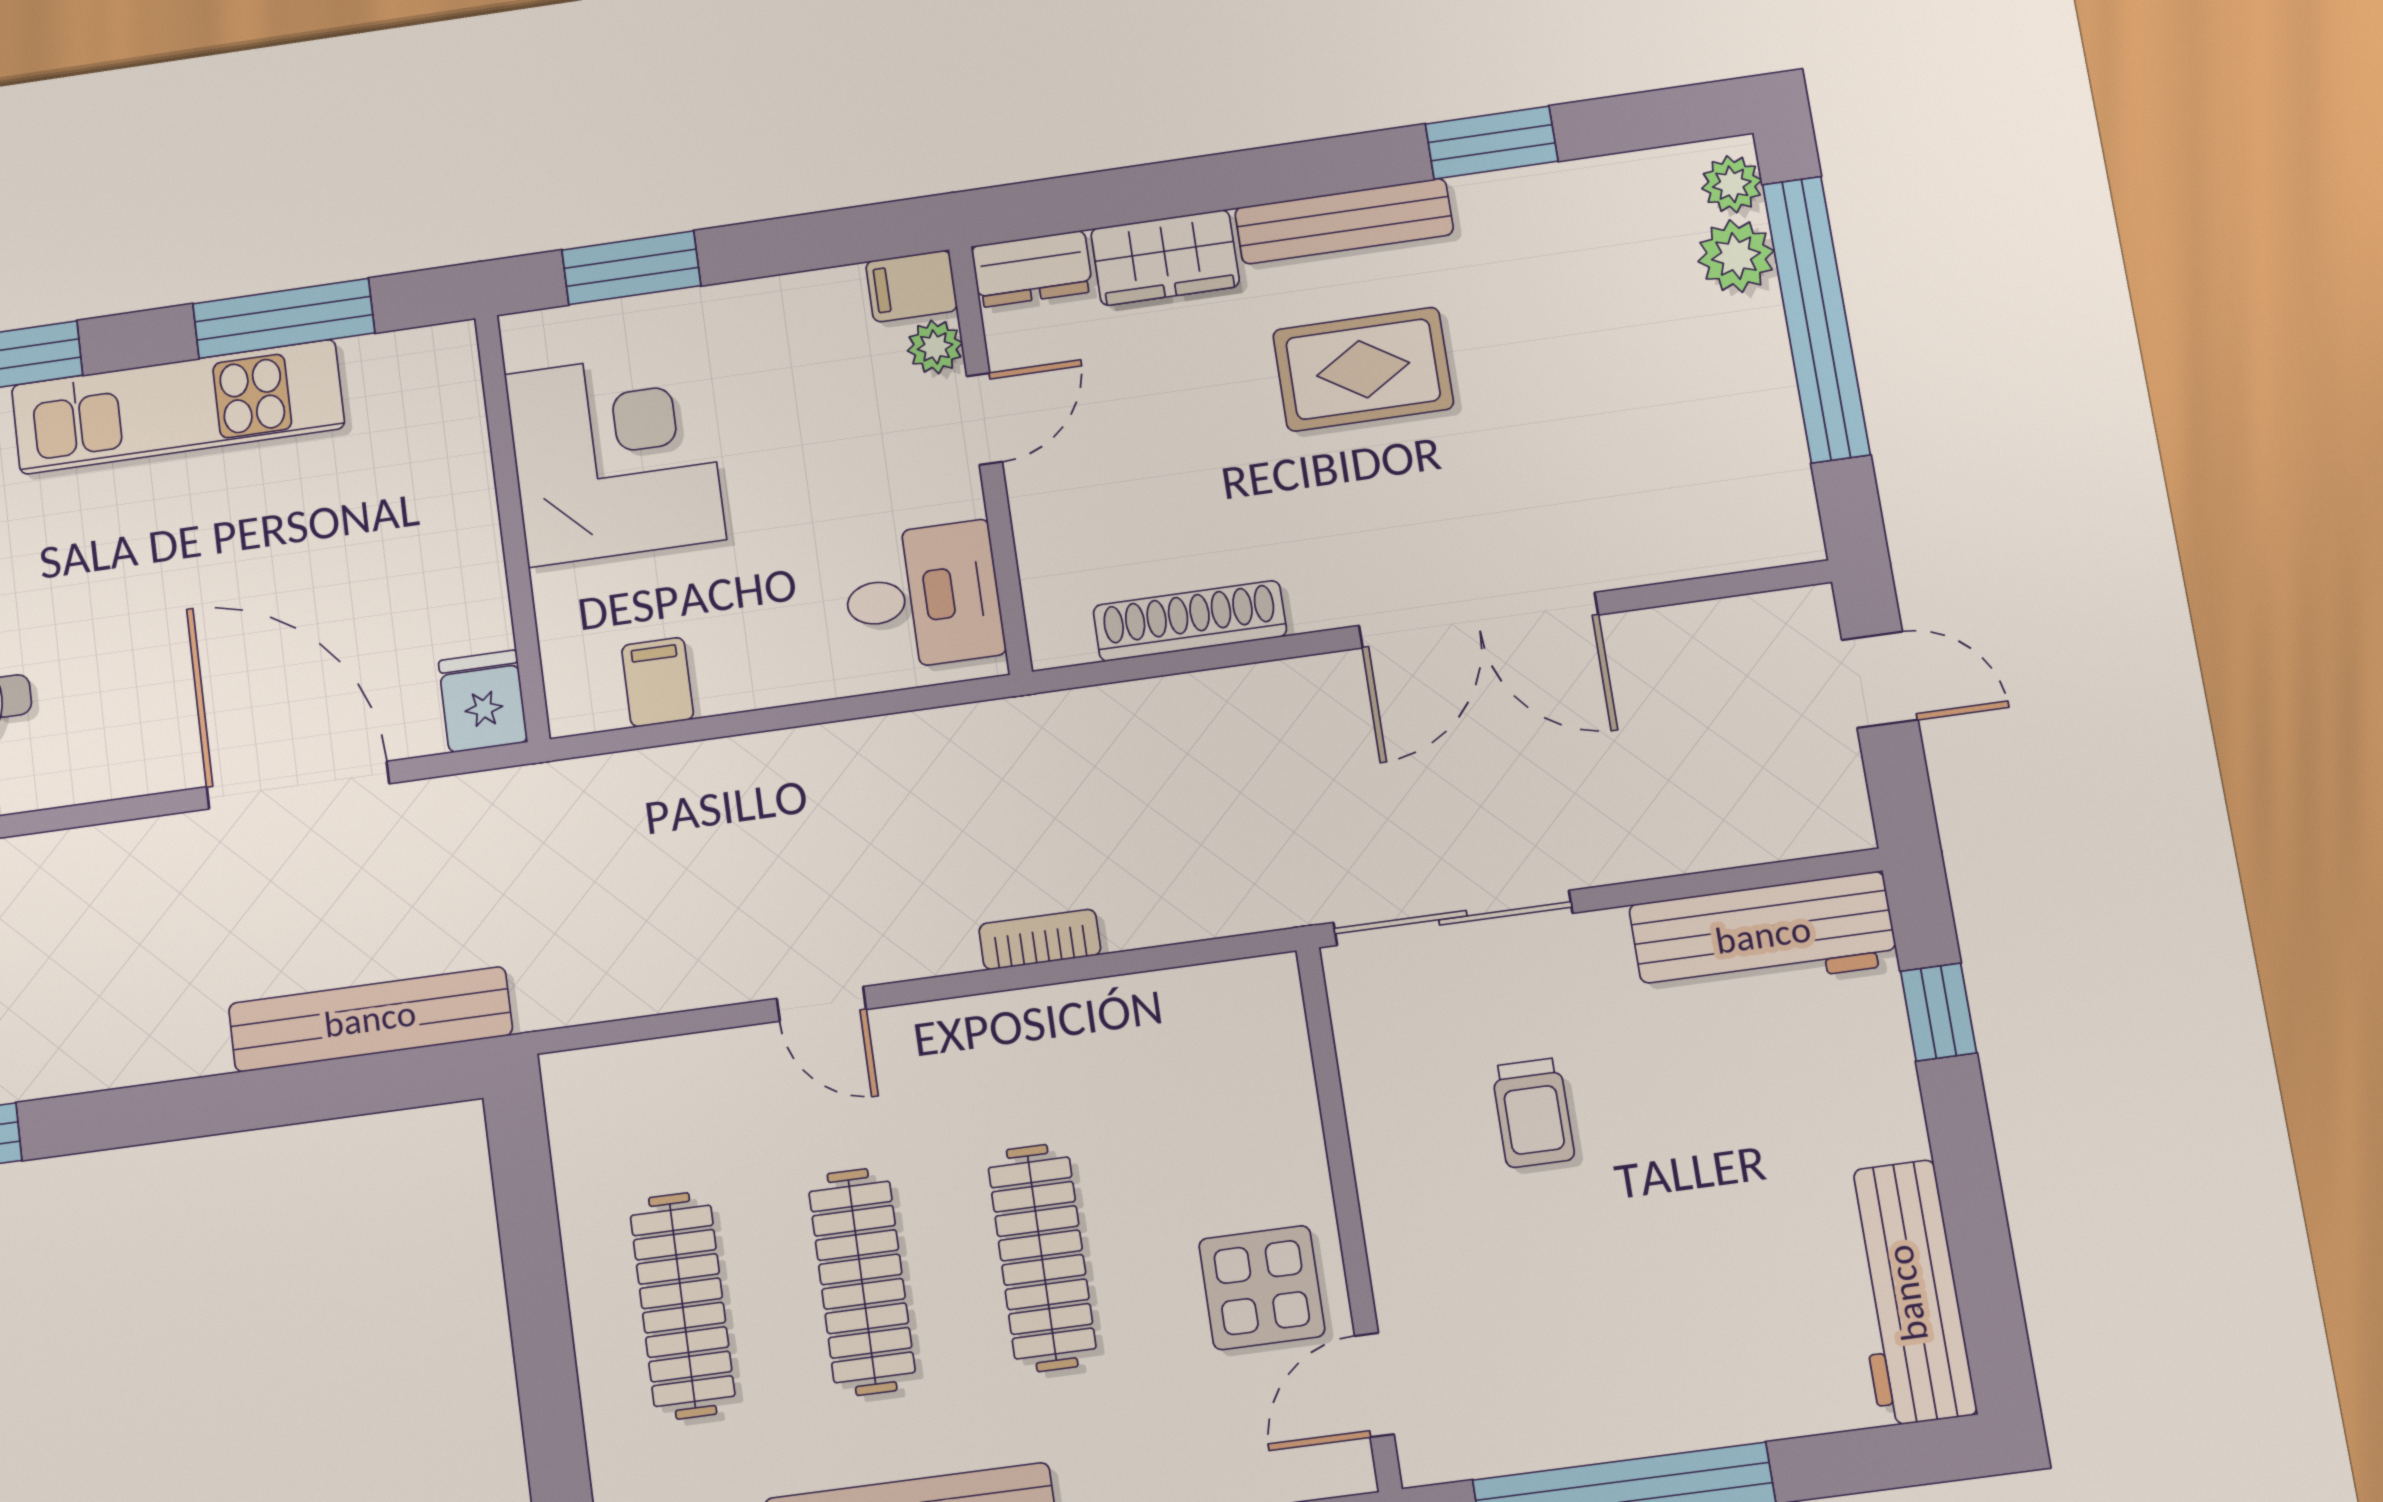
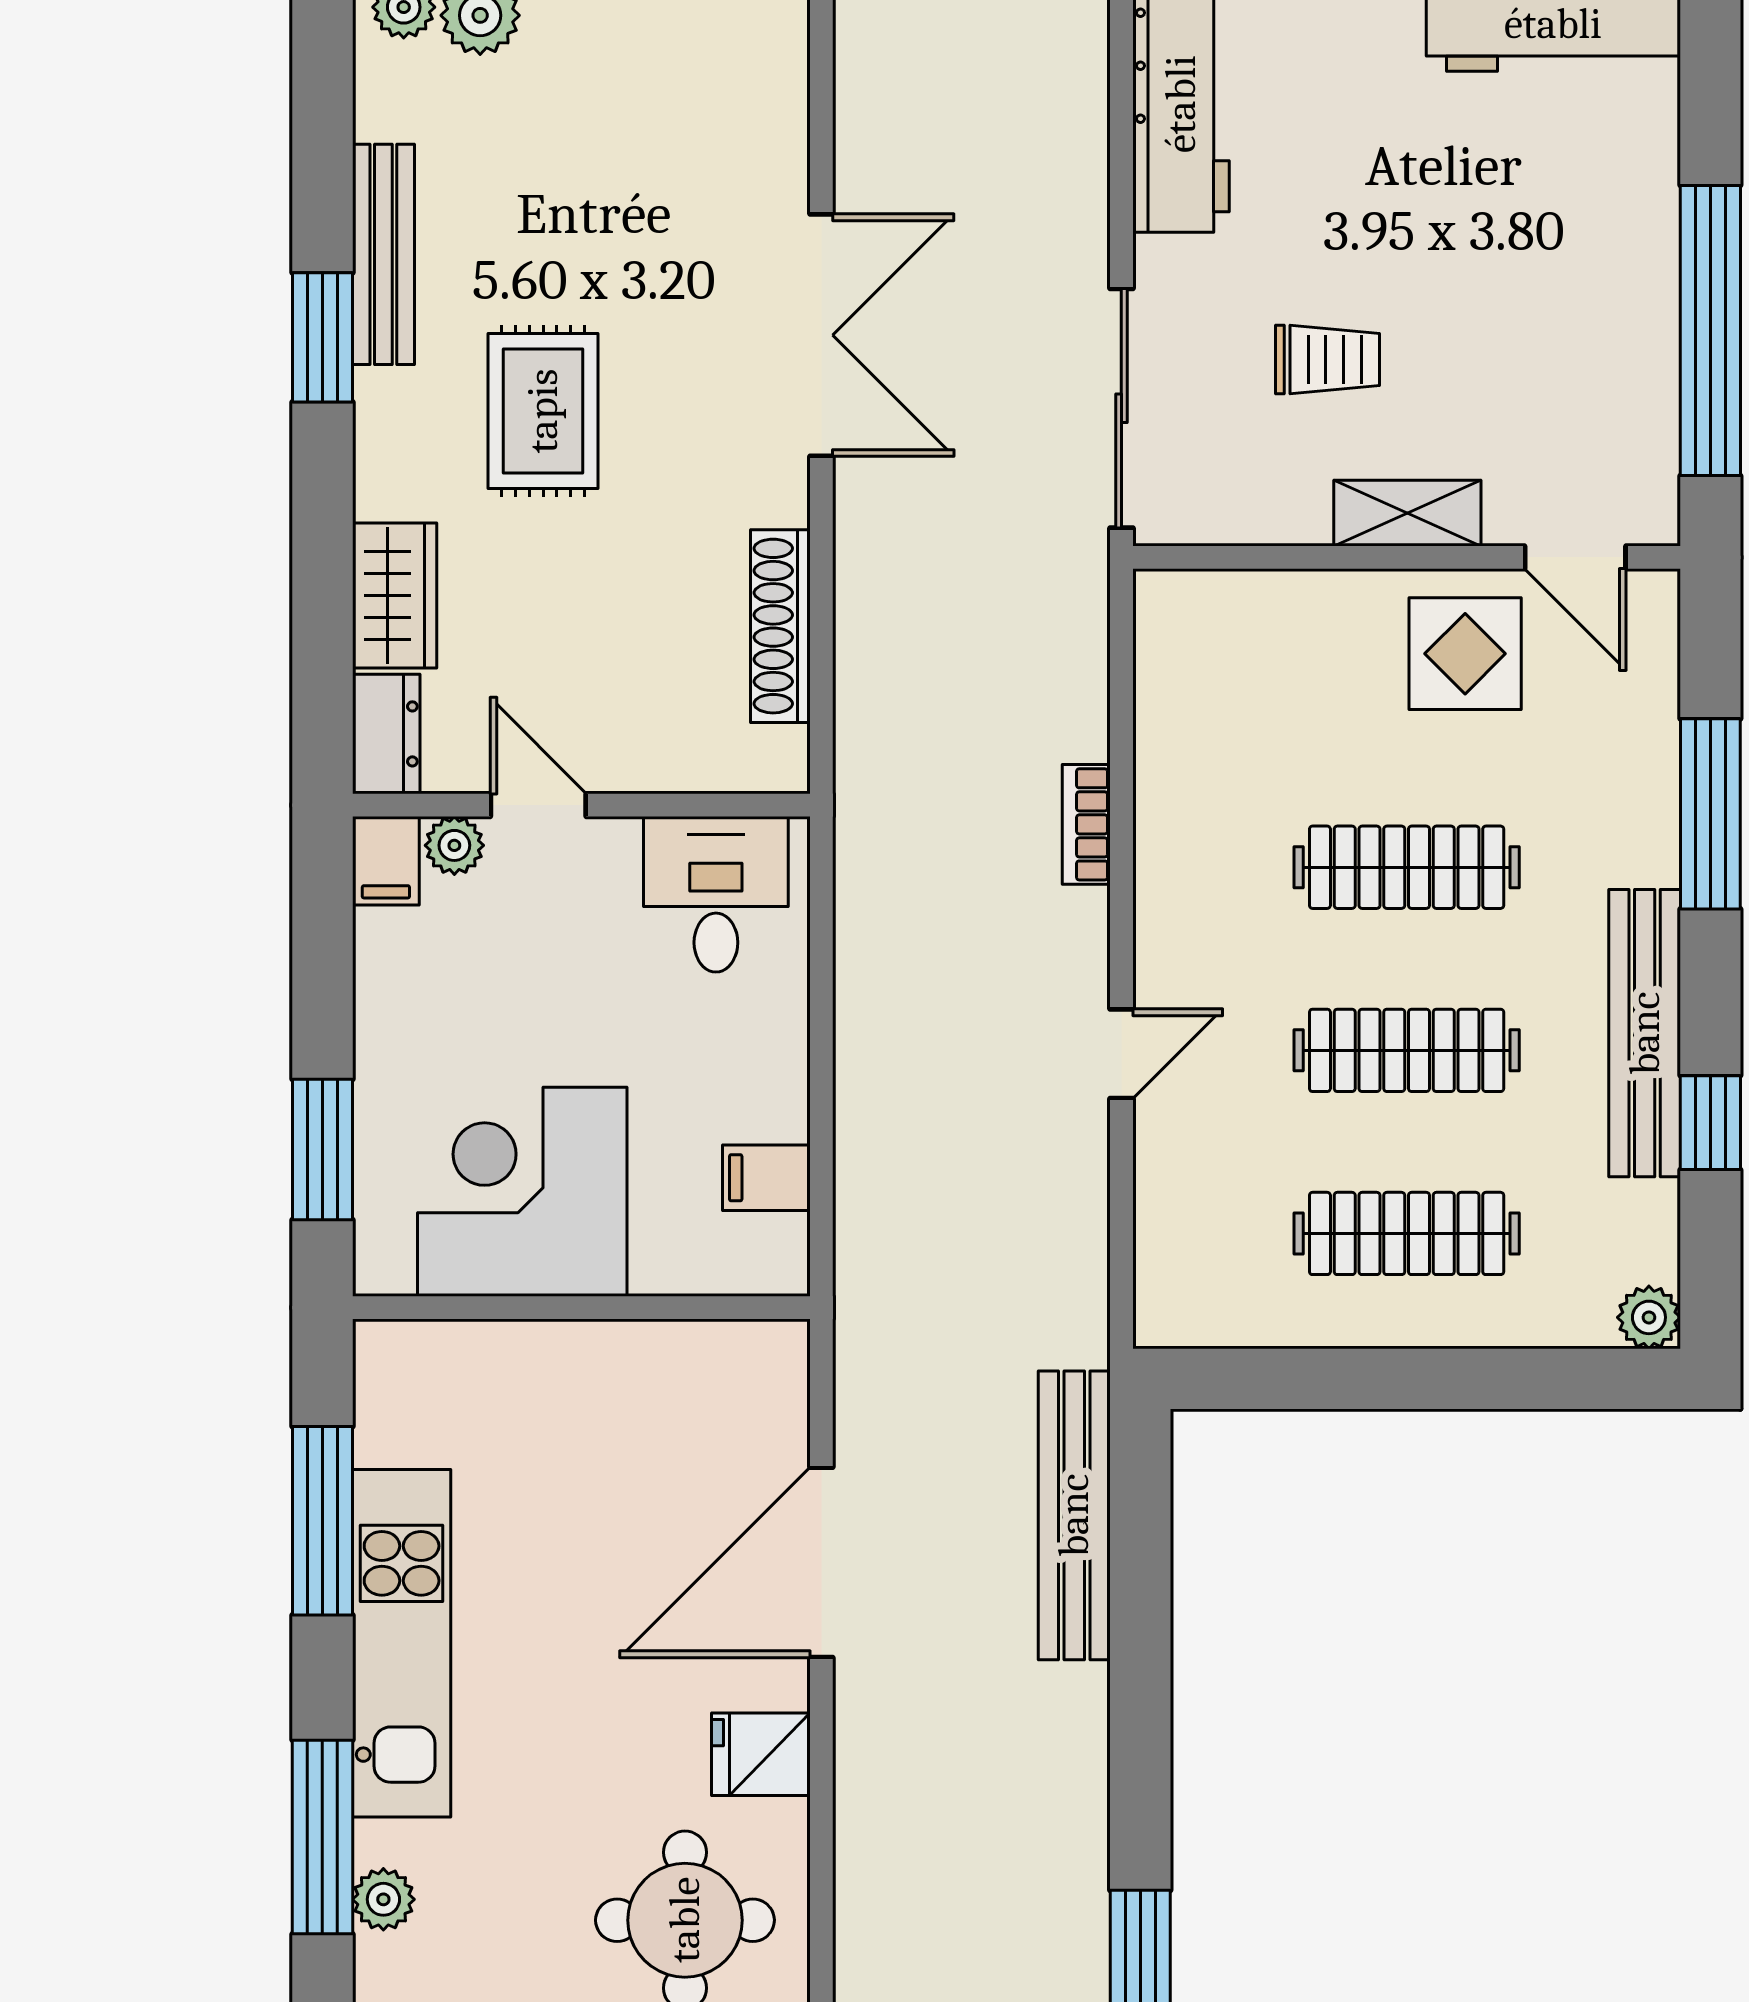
window: (1492, 143) -> (322, 337), moved
bench: (1344, 221) -> (383, 254), moved
fridge: (483, 701) -> (761, 1754), moved
shelving: (1393, 1212) -> (1407, 513), added

